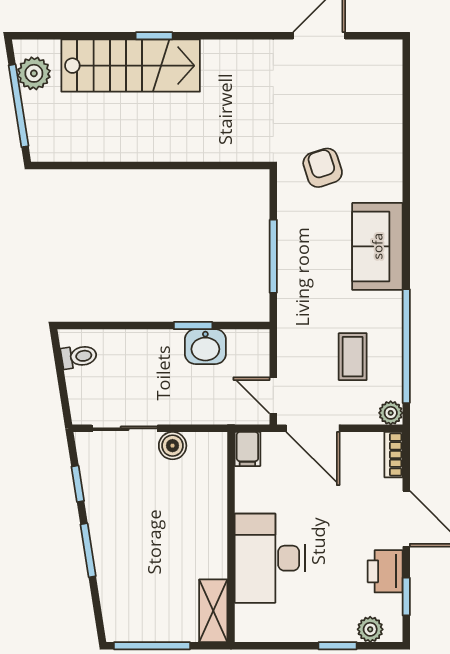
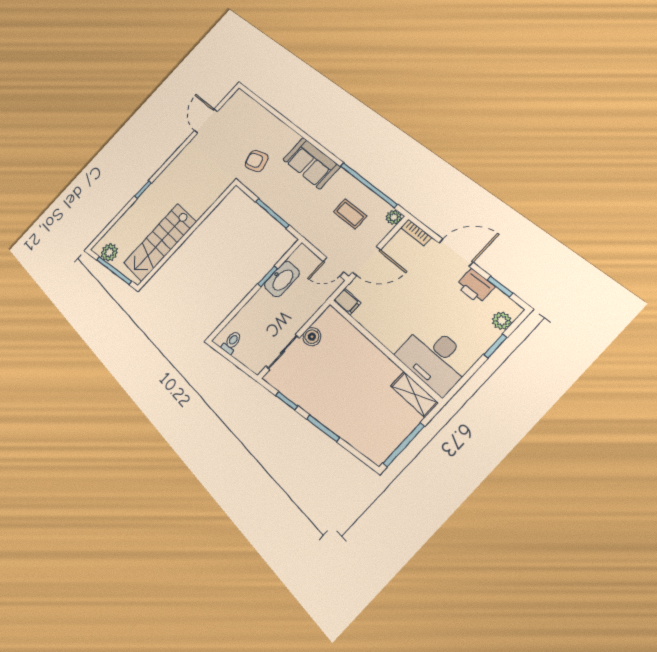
stairs: (131, 66) -> (160, 242), moved, turned 180
washbasin: (205, 347) -> (282, 279), width x1.38
desk: (270, 558) -> (434, 358), moved

